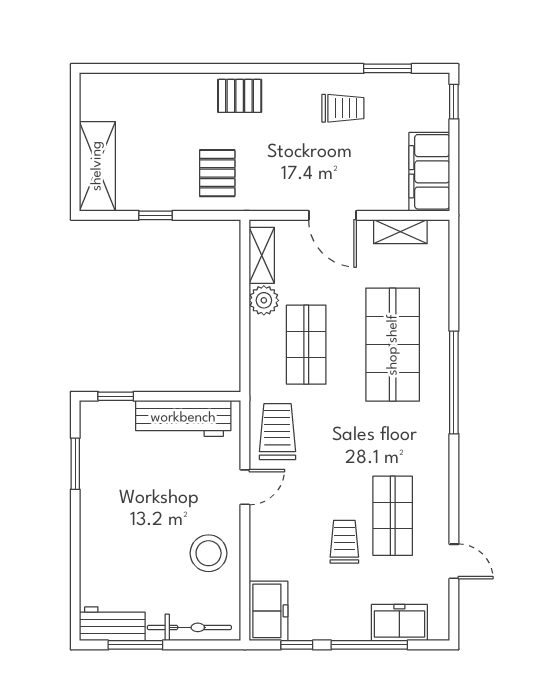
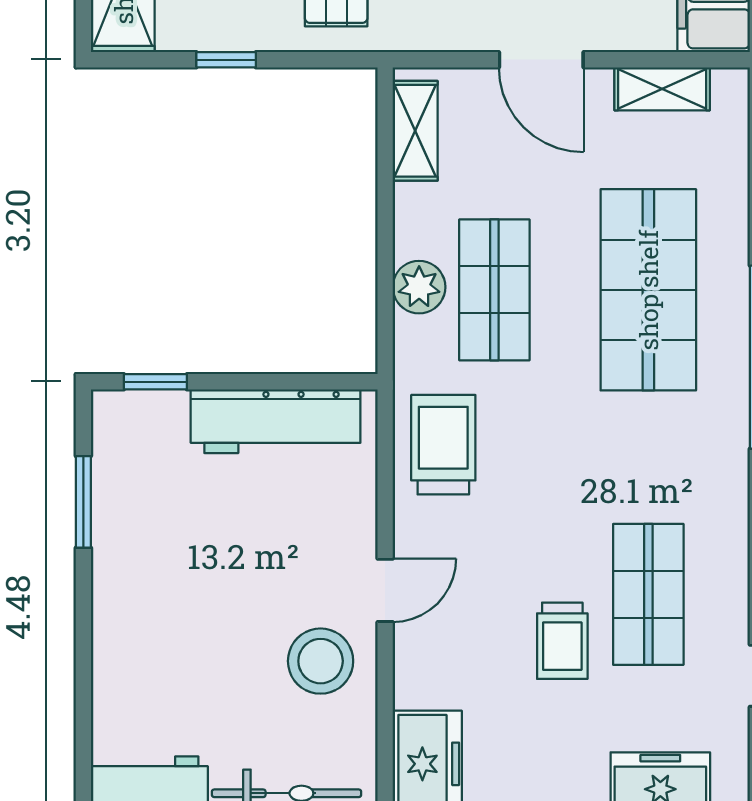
plant: (264, 300) -> (419, 287), moved
door: (245, 487) -> (385, 590), moved
trolley: (344, 542) -> (562, 641), turned 180

